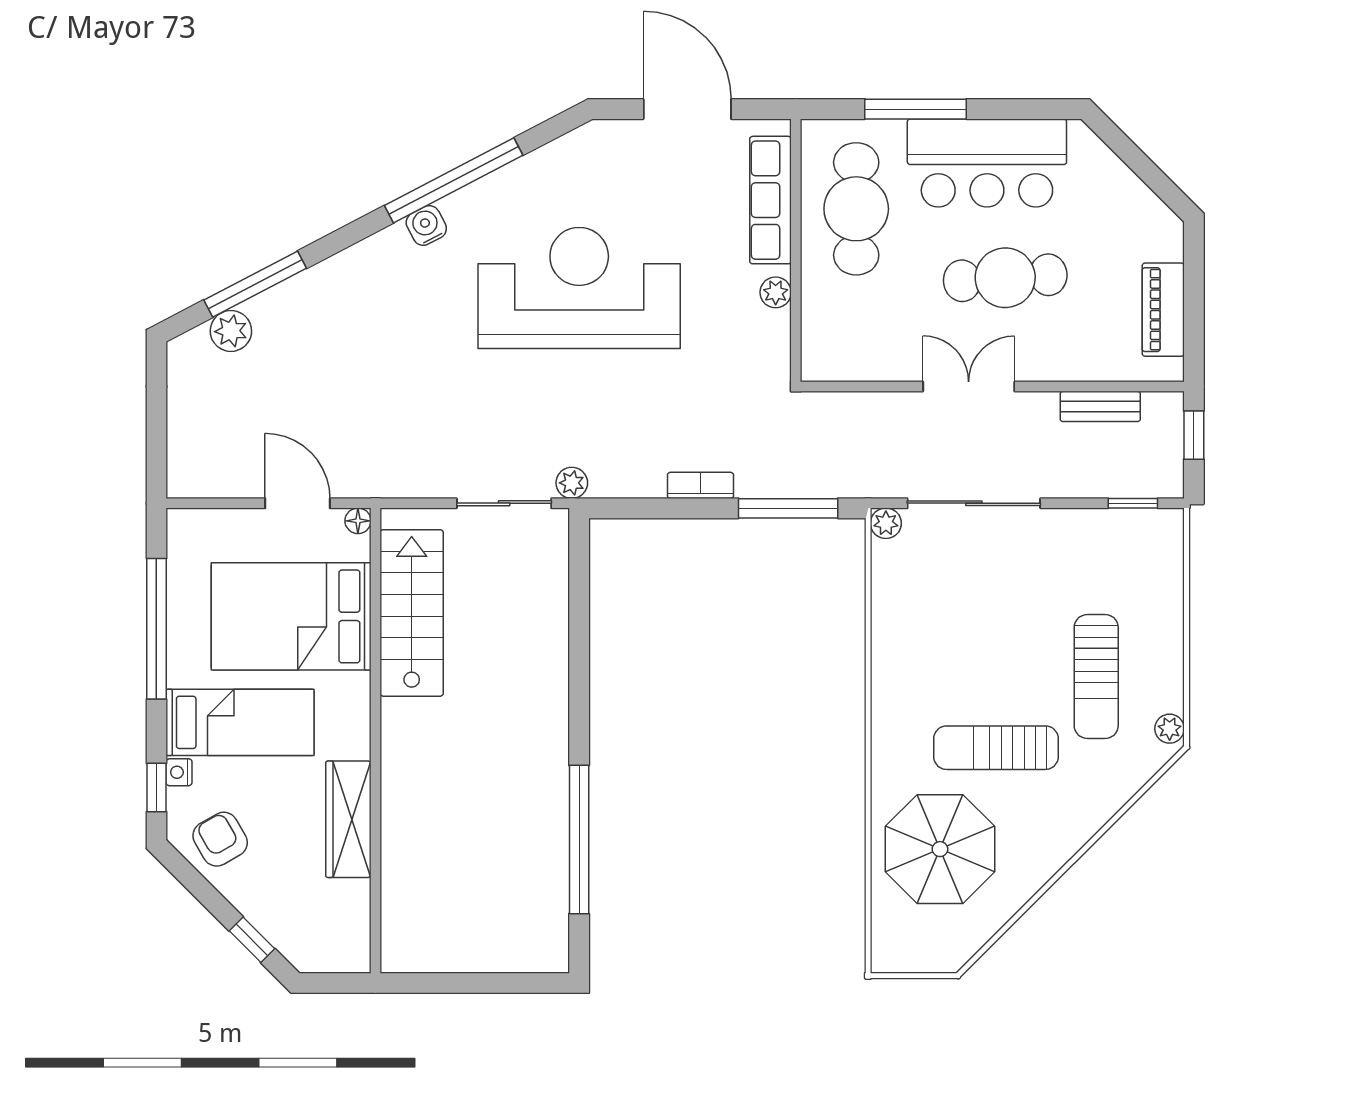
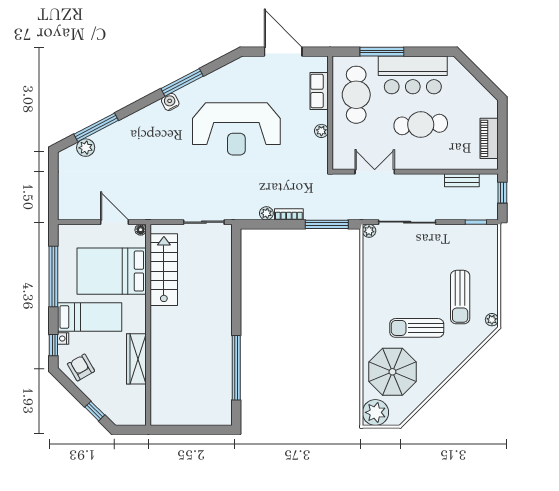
window: (454, 180) -> (182, 82), width x0.68
row of seats: (770, 200) -> (319, 91), width x0.68
reception desk: (579, 288) -> (236, 129), turned 180
double door: (969, 386) -> (375, 172), moved
plant: (572, 483) -> (266, 213), moved
plant: (901, 943) -> (375, 412), added

